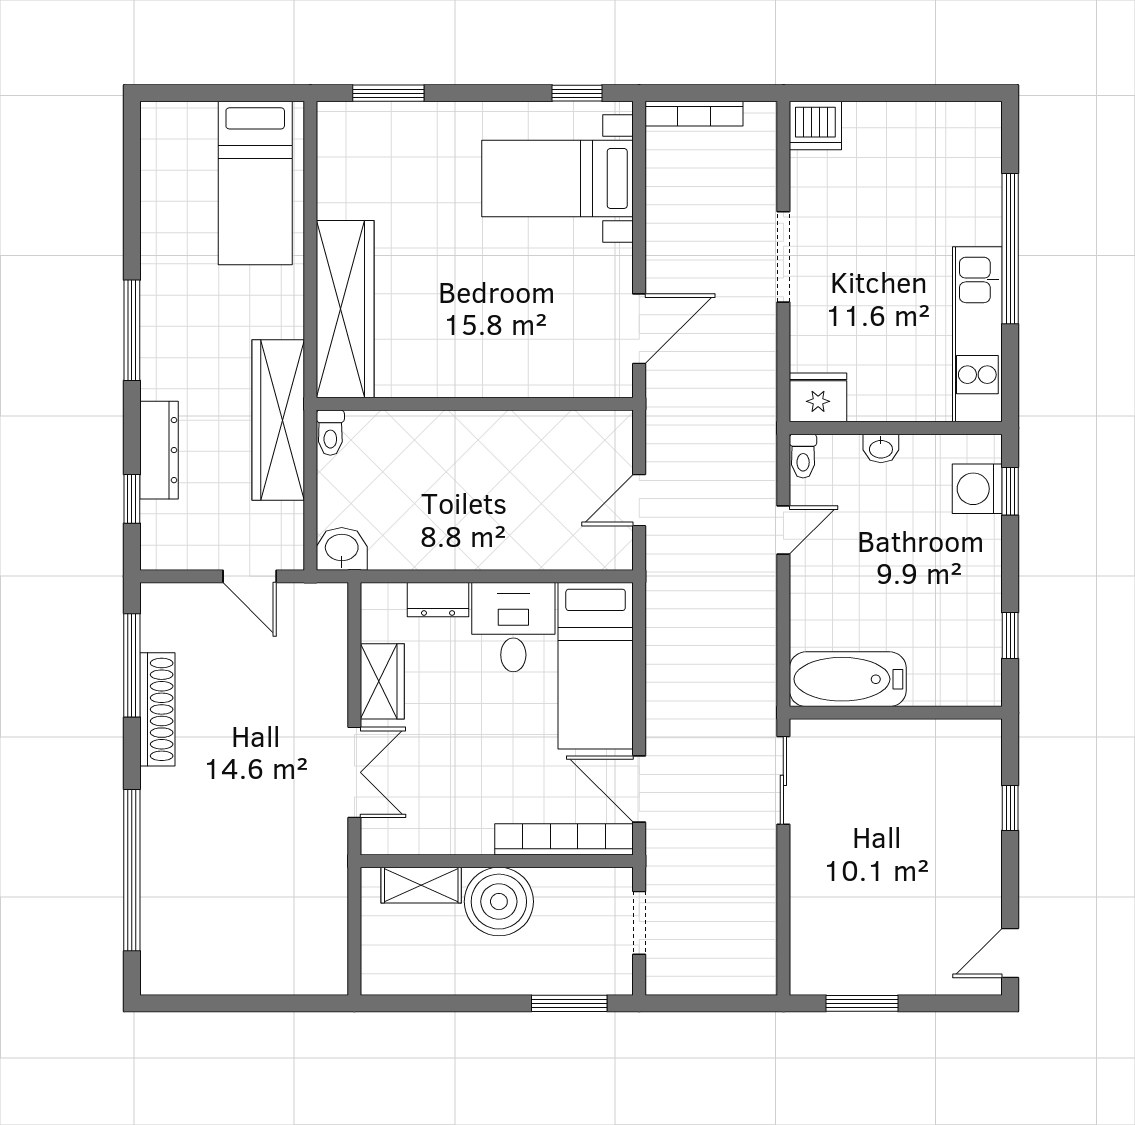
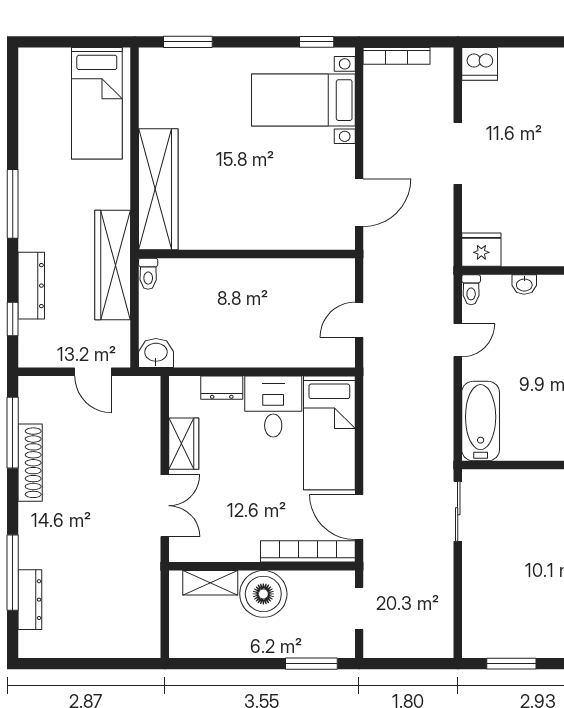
bathtub: (848, 679) -> (481, 421), moved, turned 90
window: (132, 870) -> (13, 573), width x0.68
dresser: (157, 910) -> (30, 600), added

